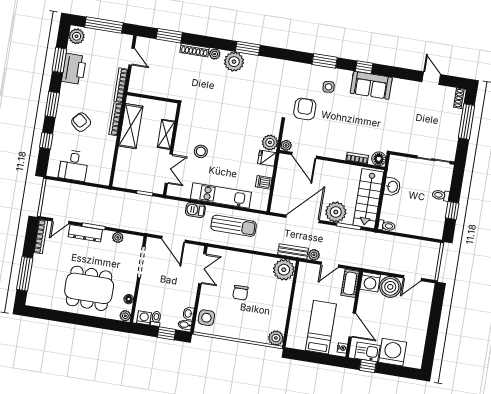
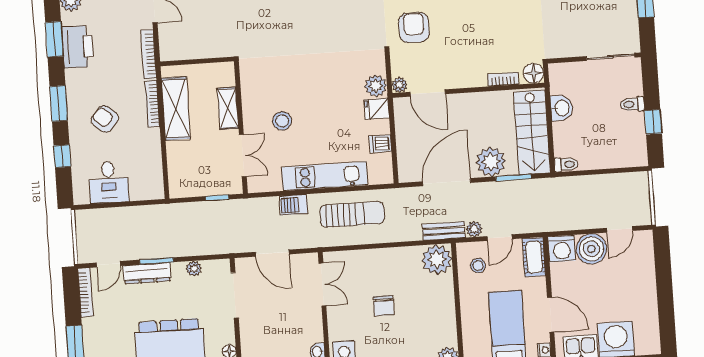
stool: (311, 280) -> (478, 266), added

